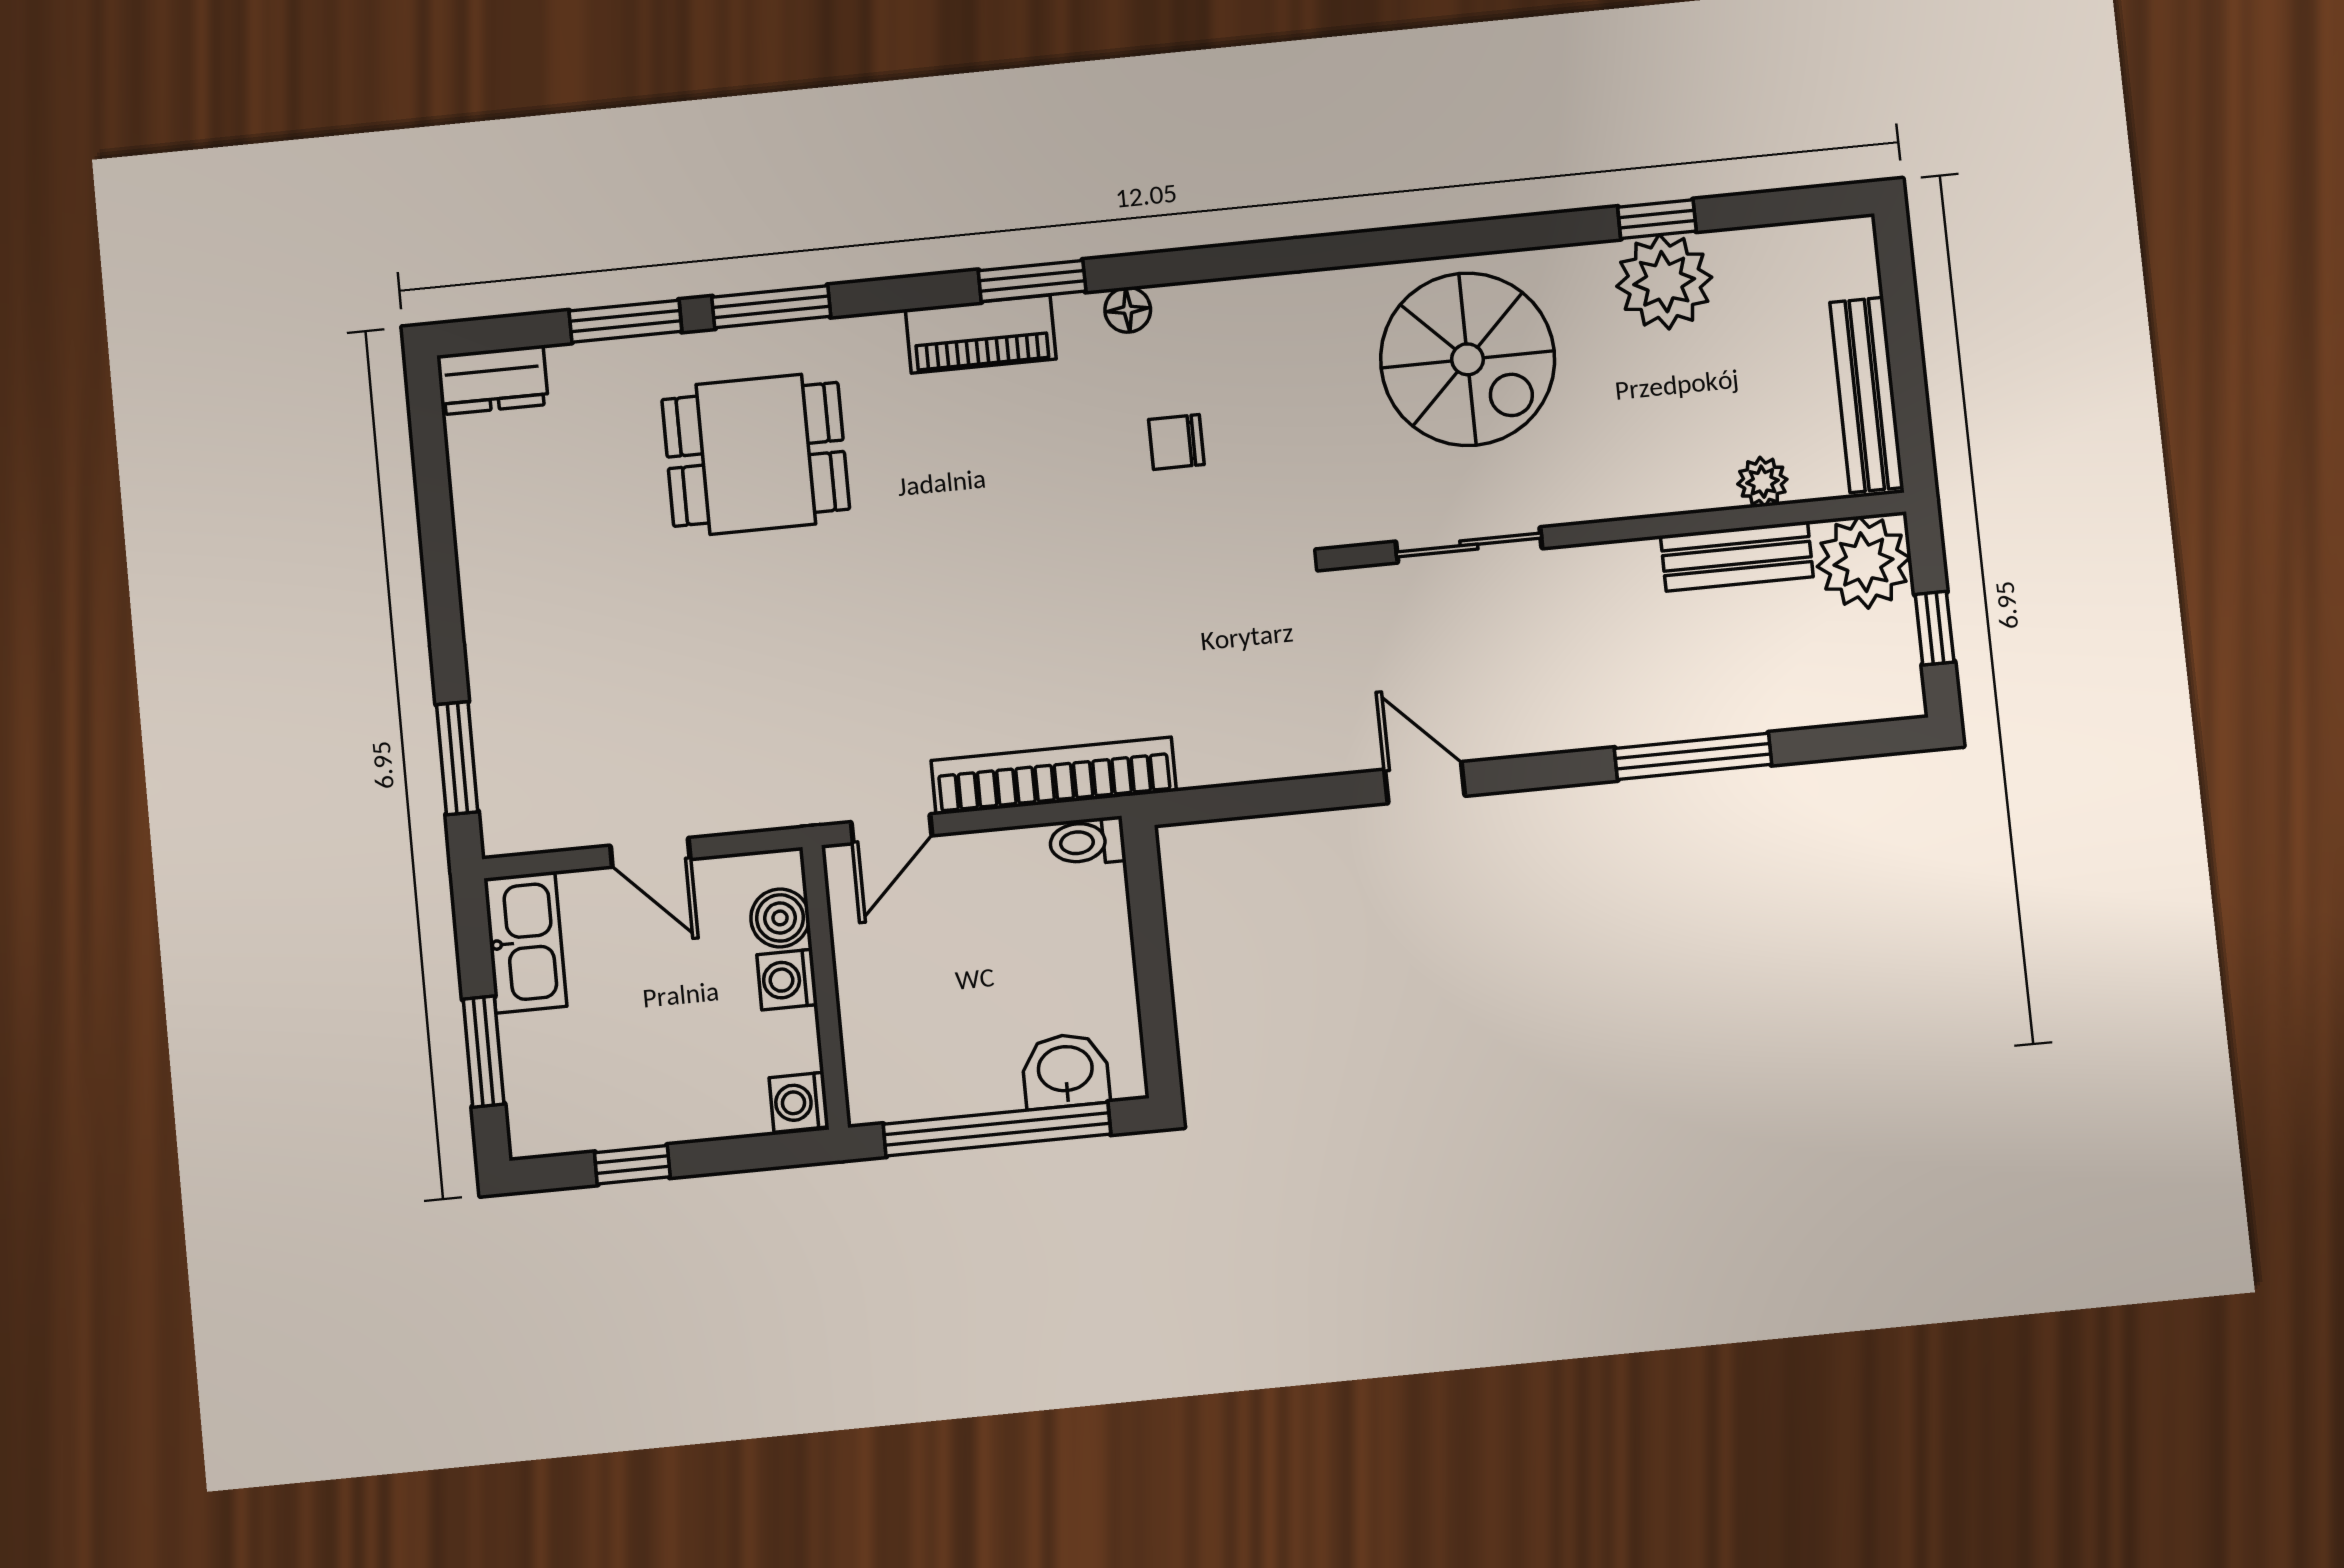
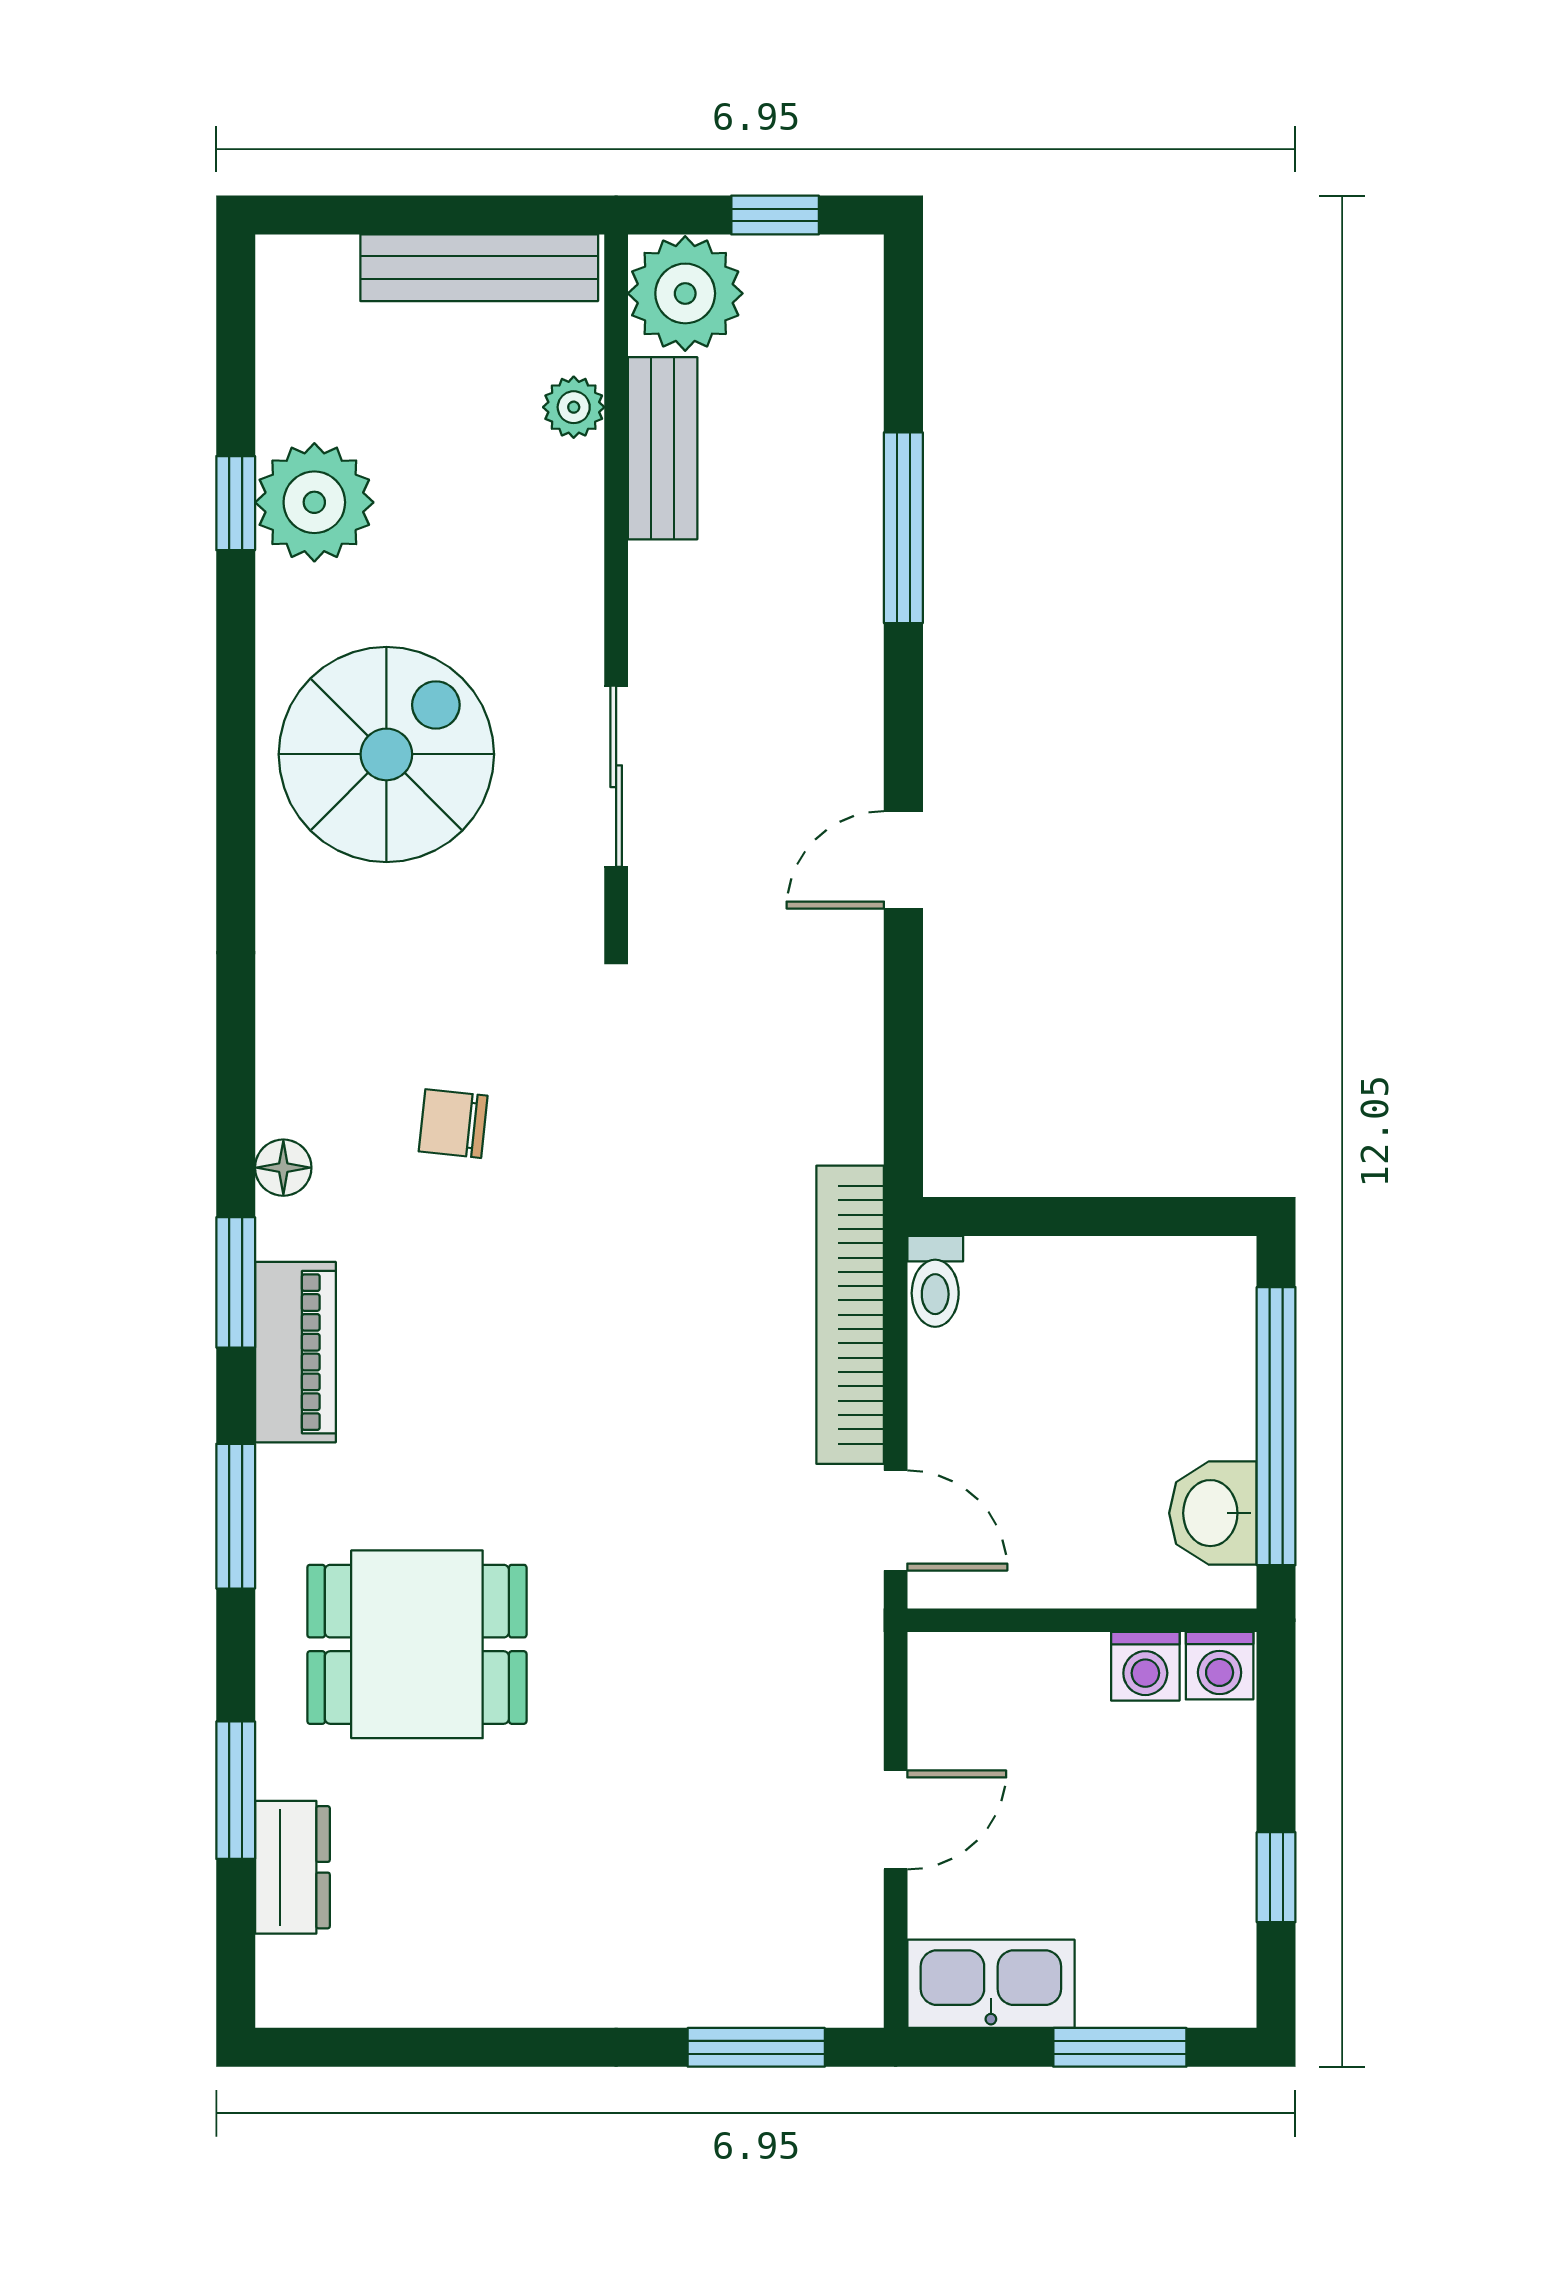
window: (771, 307) -> (236, 1516), moved
dresser: (492, 380) -> (292, 1867), moved
chair: (1176, 442) -> (453, 1124), turned 96
dining table: (756, 454) -> (417, 1644), turned 90
boiler: (780, 918) -> (992, 1668), removed
washing machine: (787, 980) -> (1145, 1666), moved
washbasin: (1065, 1071) -> (1213, 1513), moved

